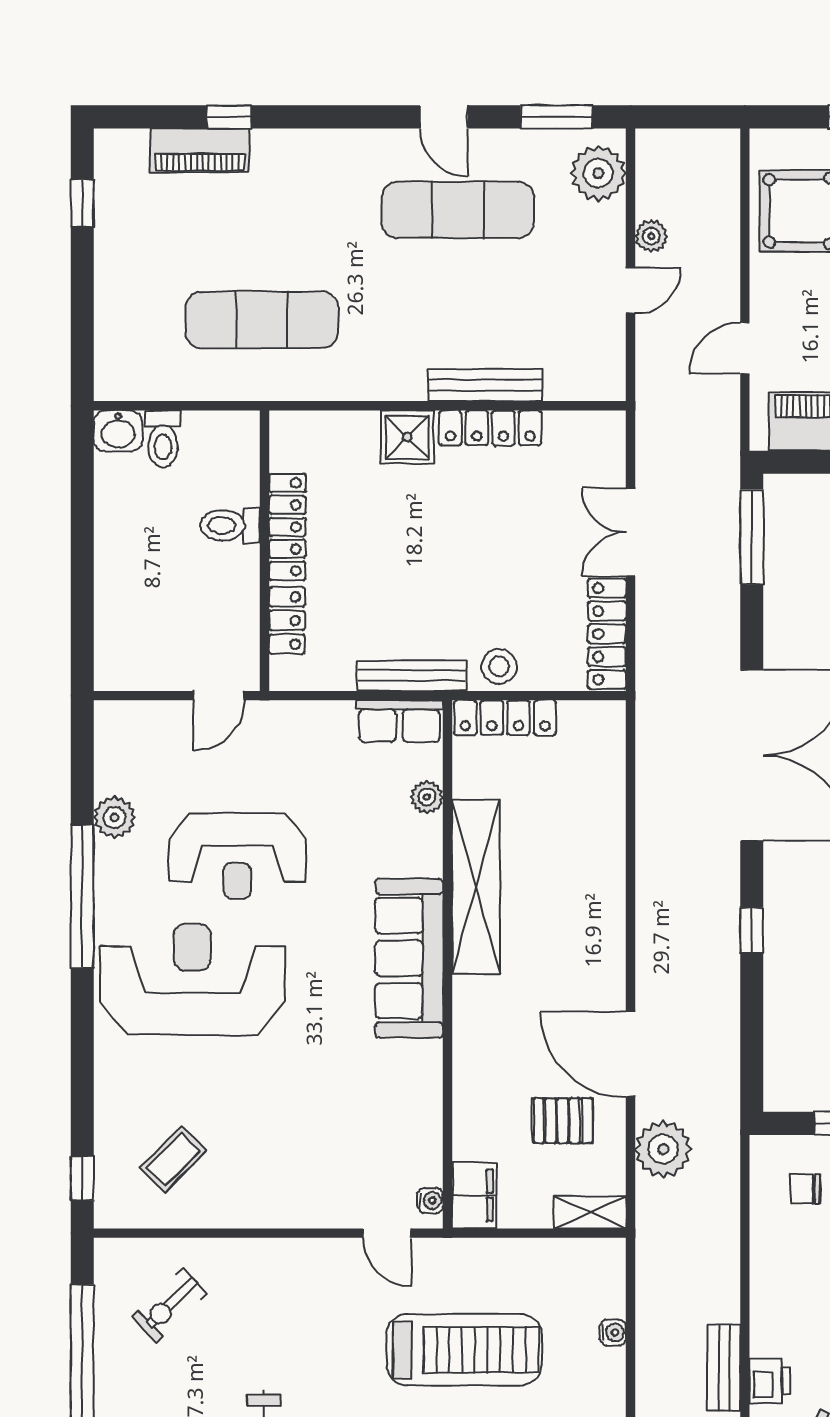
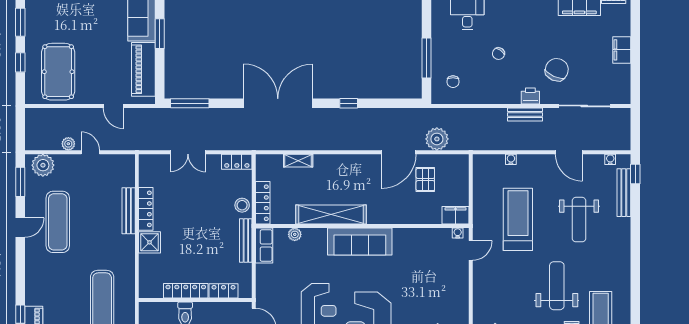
locker: (607, 634) -> (237, 162), width x0.66
shelving: (590, 1212) -> (298, 161), moved, turned 90

